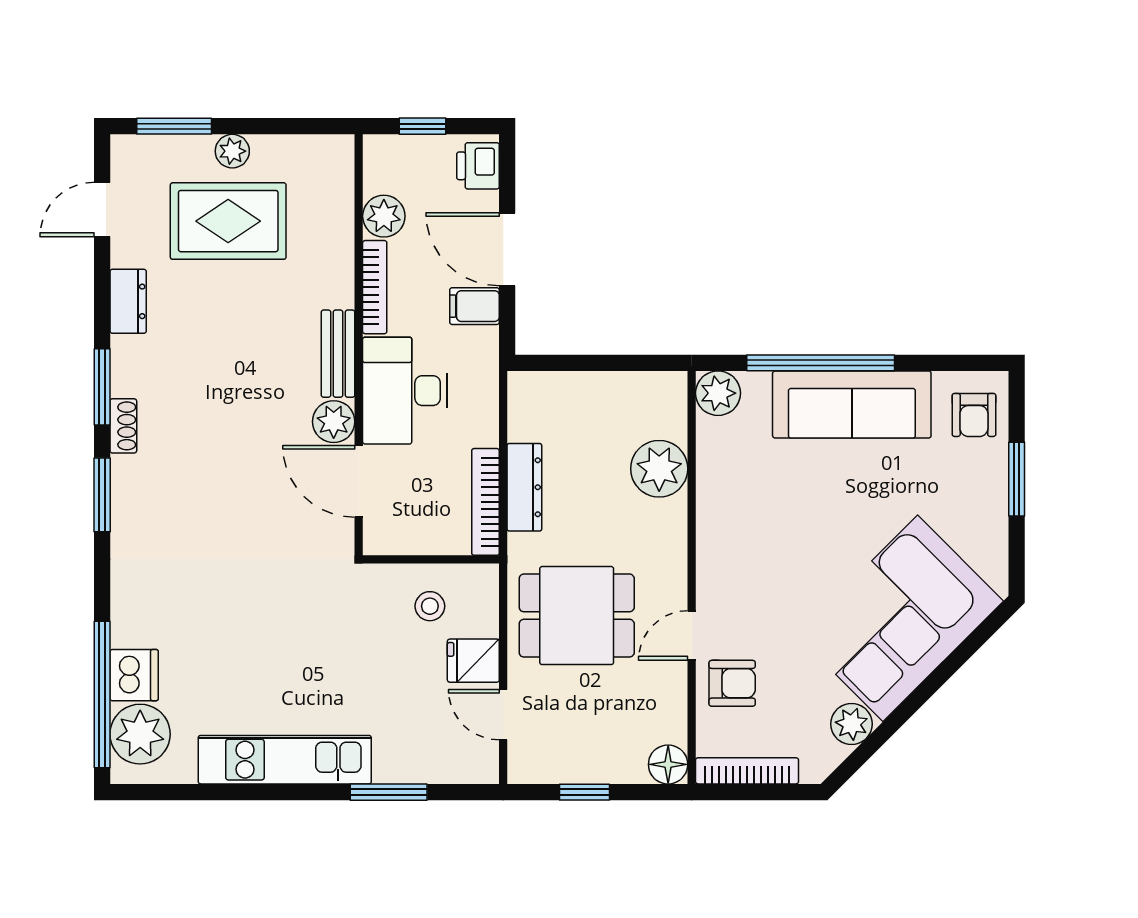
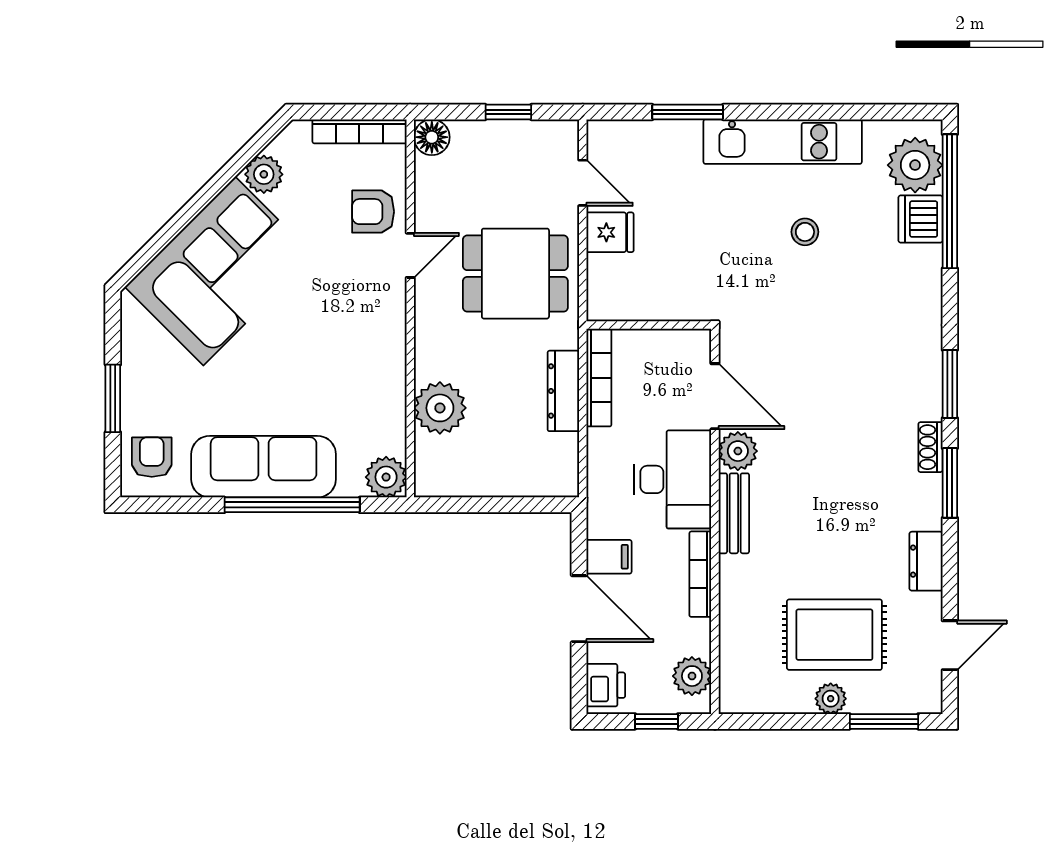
plant: (384, 216) -> (692, 676), moved
stool: (430, 606) -> (805, 232), moved

